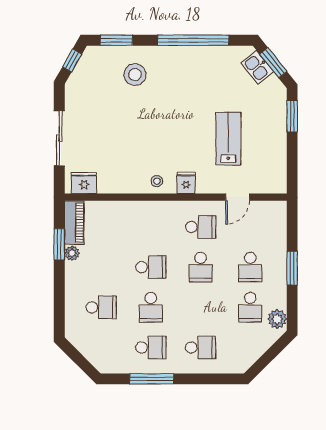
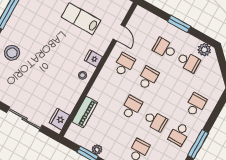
piano: (74, 222) -> (85, 112), moved, turned 90
school desk: (201, 267) -> (148, 78), turned -90
school desk: (250, 267) -> (165, 48), turned 180
school desk: (151, 347) -> (179, 134), turned 180

